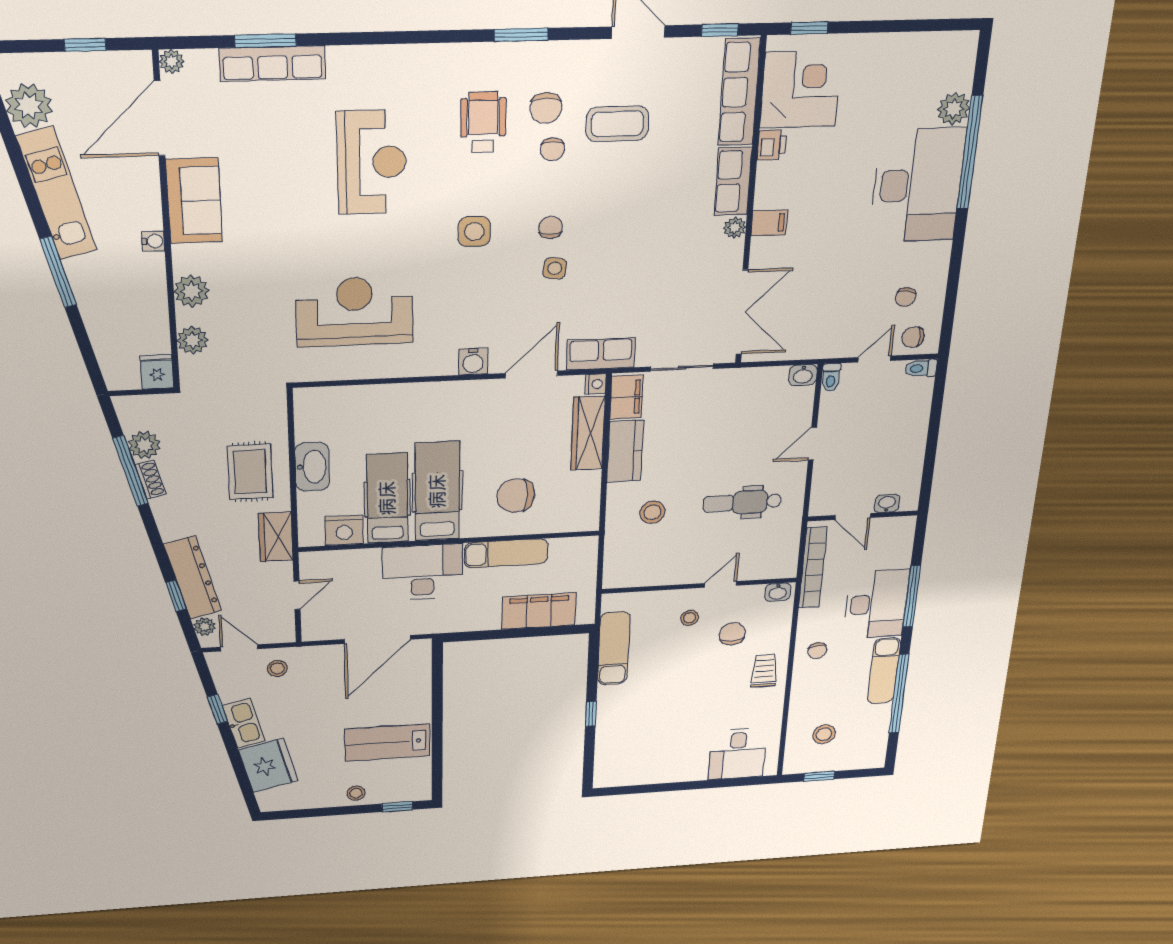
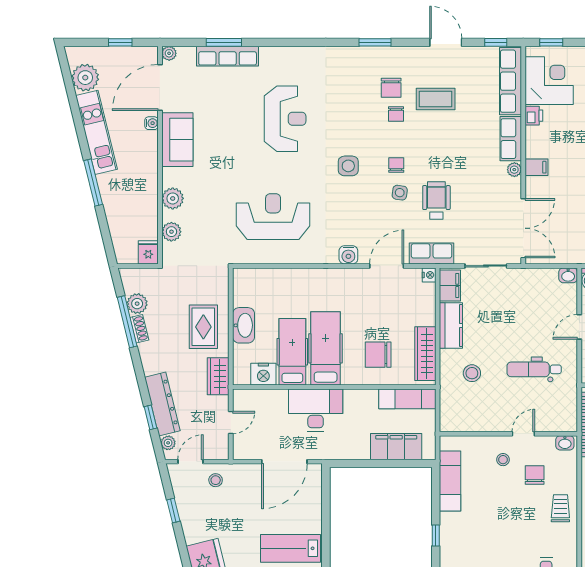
wheelchair: (483, 122) -> (436, 201), moved
water cooler: (153, 241) -> (152, 123), moved
wardrobe: (588, 433) -> (425, 354), moved
exam couch: (506, 553) -> (407, 399), moved
door: (239, 648) -> (190, 462), hinge flipped
kitchen sink: (244, 723) -> (191, 524), removed

